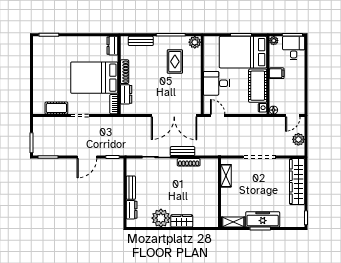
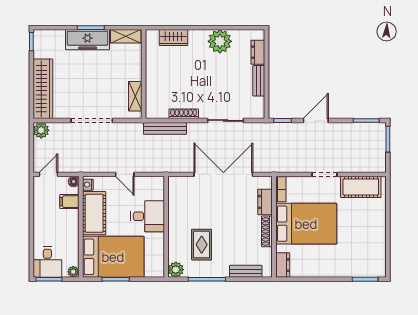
filing cabinet: (277, 73) -> (69, 202), moved
cot: (56, 108) -> (361, 187), width x1.37, depth x1.34
double door: (174, 116) -> (223, 174), moved
door: (218, 116) -> (125, 174), moved
plant: (298, 139) -> (41, 130), moved
bench: (183, 151) -> (165, 128), moved, width x1.36
wardrobe: (182, 221) -> (173, 38), moved

